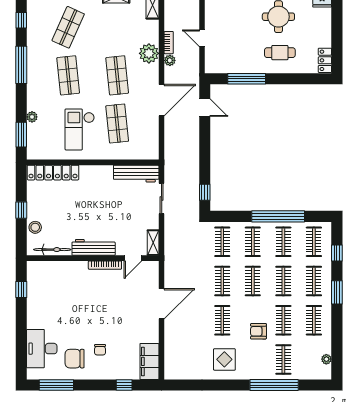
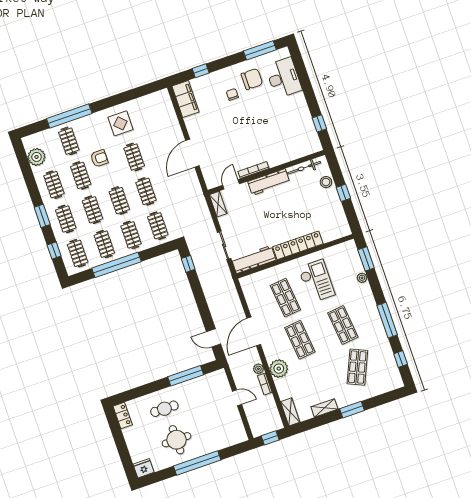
locker: (53, 173) -> (298, 245), moved
plant: (326, 359) -> (37, 157), width x1.87, depth x1.87

